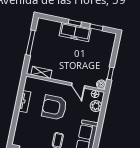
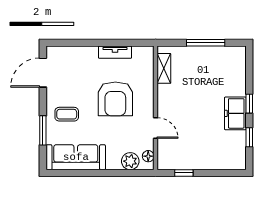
freezer: (75, 32) -> (235, 113), width x0.71
boiler: (101, 85) -> (164, 163), removed
door: (78, 86) -> (156, 128), swing flipped
armchair: (54, 107) -> (115, 99), turned 180

